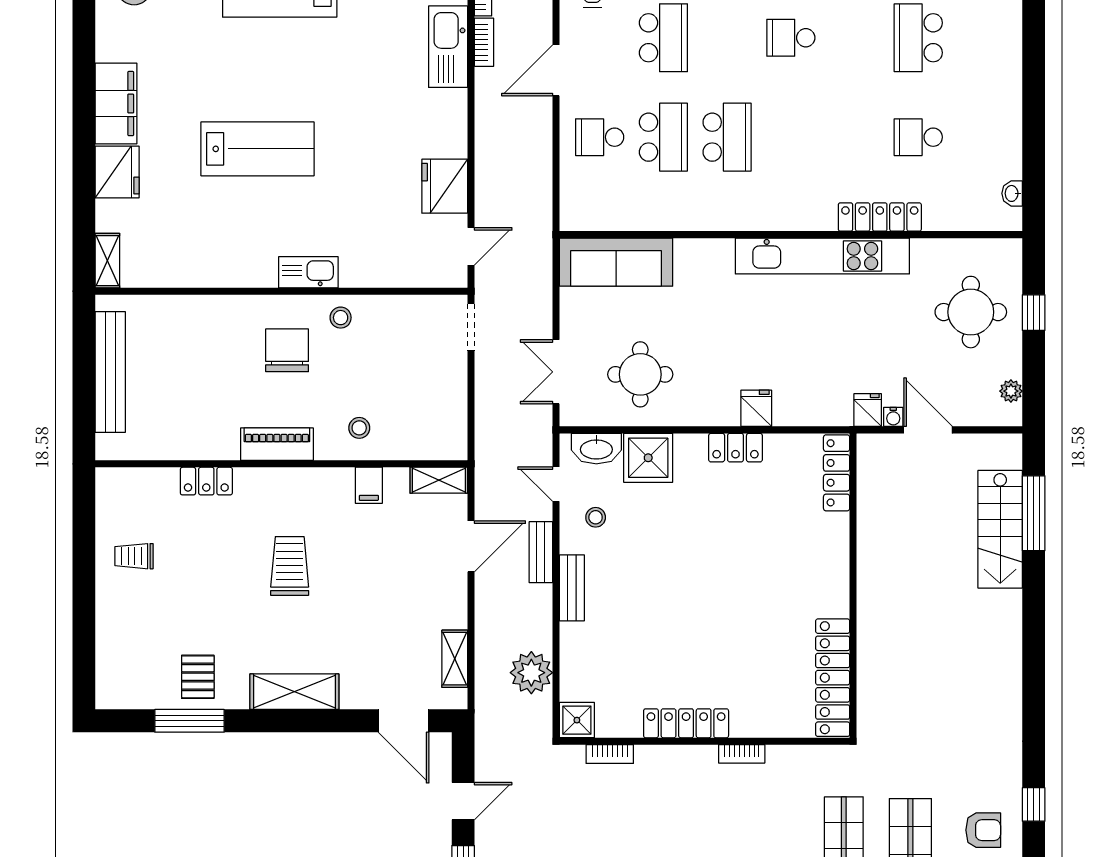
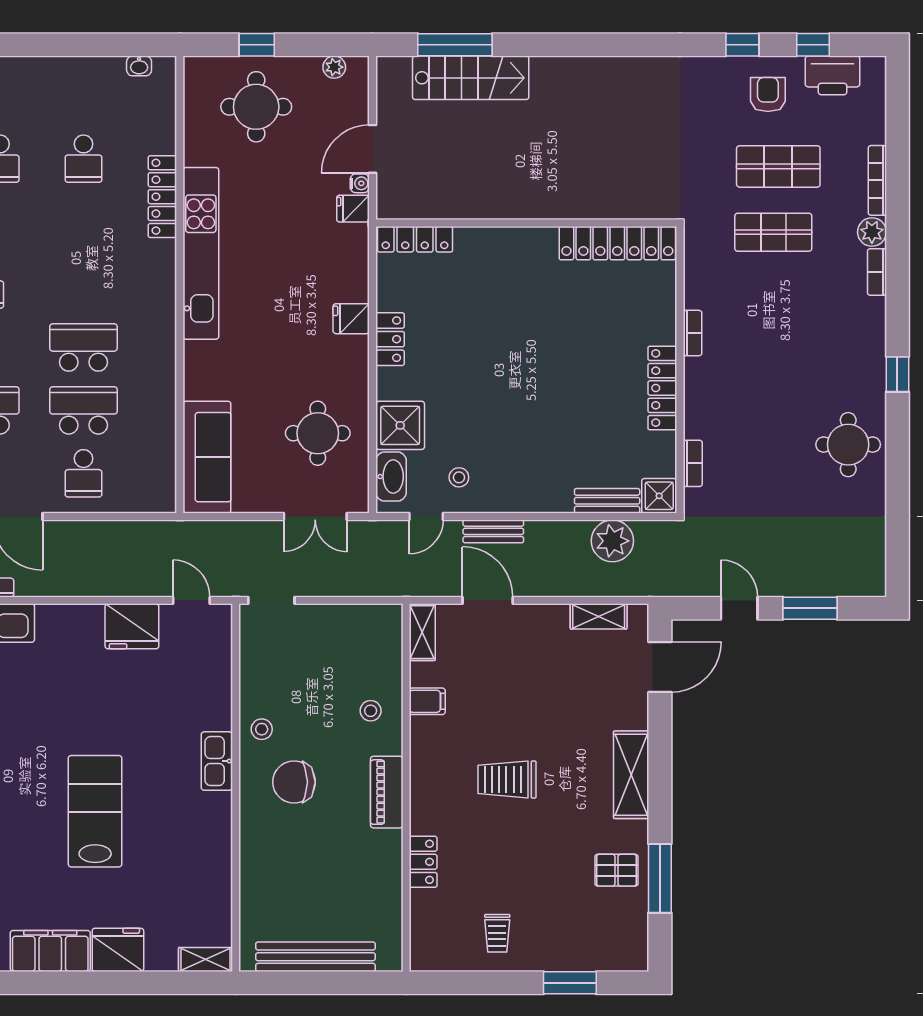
bench: (572, 588) -> (607, 501), moved
window: (84, 630) -> (570, 983), added

